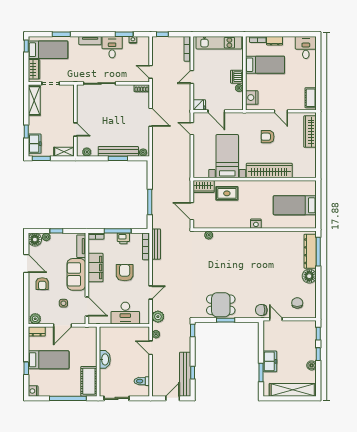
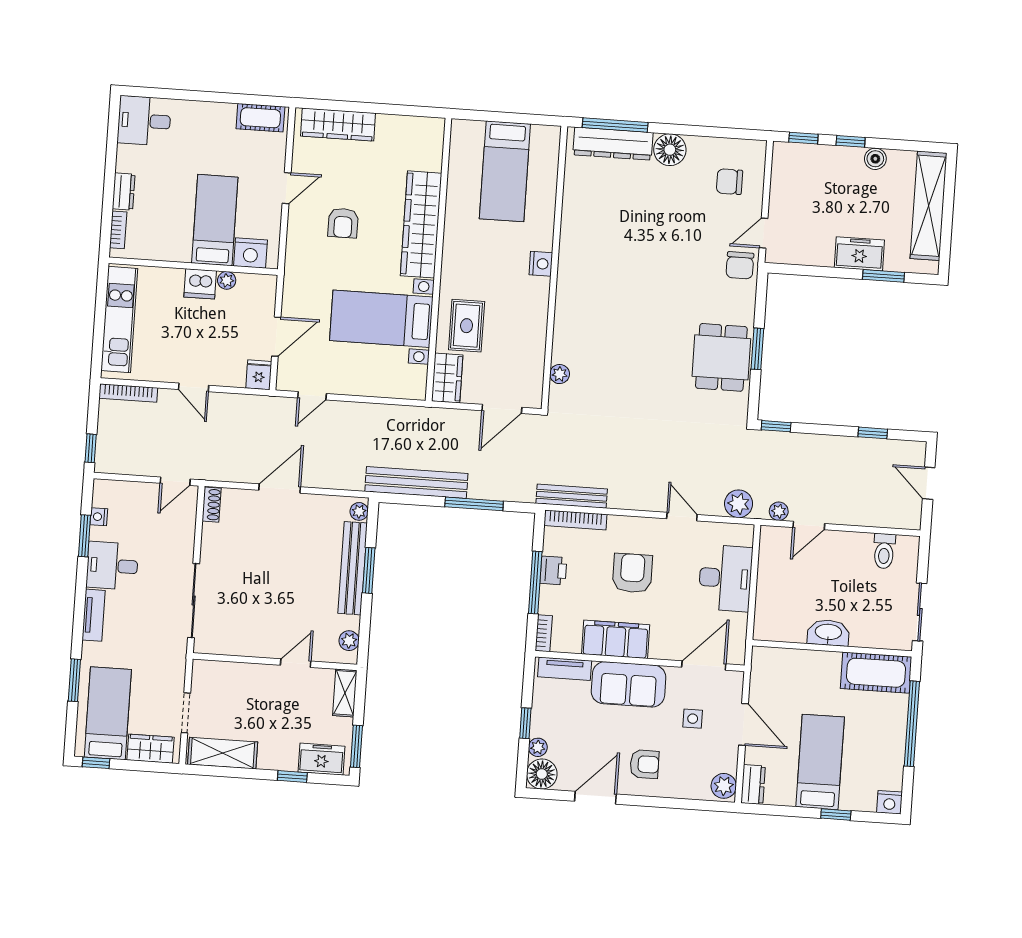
bed: (265, 65) -> (215, 220), moved
armchair: (125, 273) -> (632, 573), turned 90
bench: (185, 374) -> (416, 483), moved

